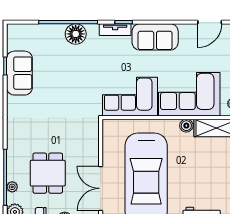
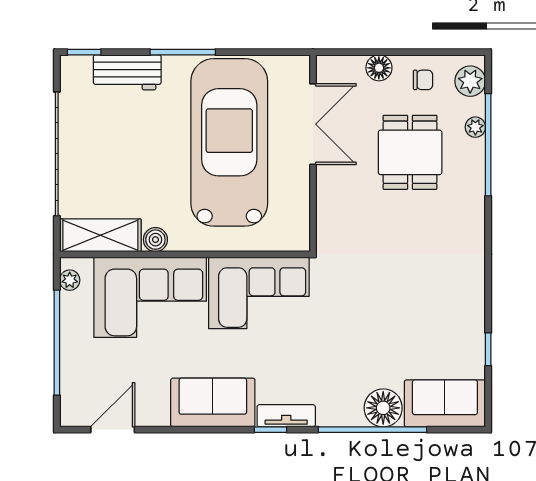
floor lamp: (76, 34) -> (383, 408), moved
sofa: (19, 73) -> (445, 403), moved, turned 90

